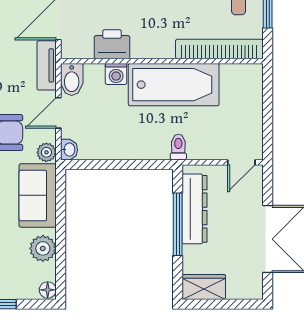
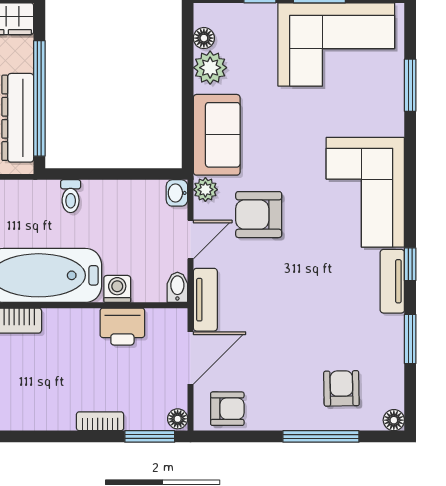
bidet: (72, 79) -> (177, 287), width x0.72, depth x0.74
toilet: (178, 147) -> (71, 196), moved
window: (178, 224) -> (39, 98), width x1.46
floor lamp: (48, 290) -> (204, 38), moved

